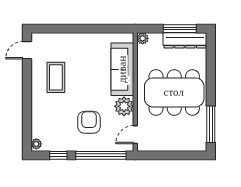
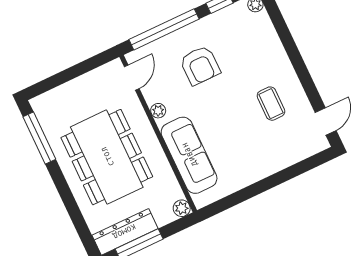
coffee table: (56, 77) -> (271, 104), width x0.73, depth x0.77
dining table: (174, 92) -> (107, 157), turned 90
plant: (124, 106) -> (158, 111), width x0.53, depth x0.53

